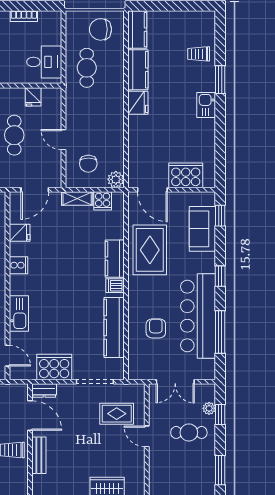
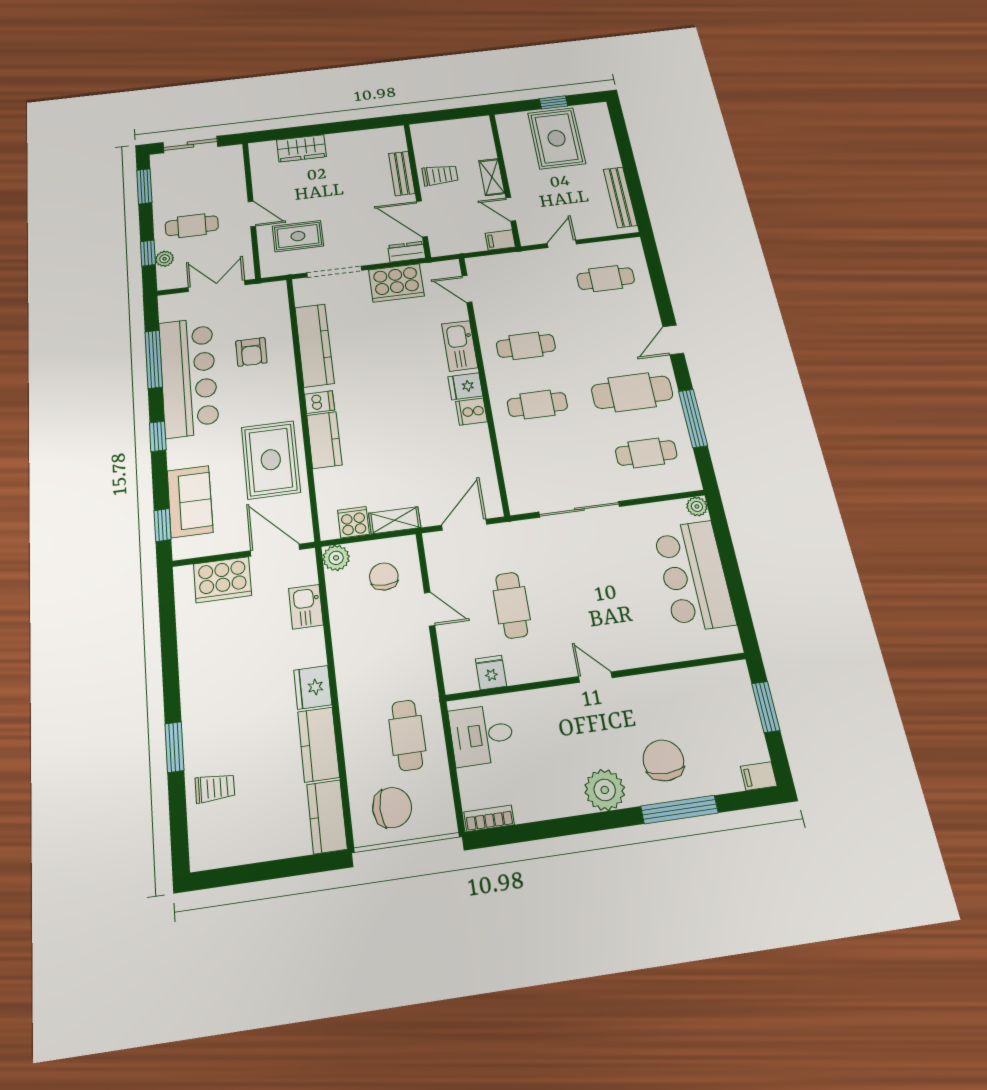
bookcase: (24, 16) -> (489, 818), moved
kitchen sink: (206, 105) -> (306, 607), moved, turned 180
fridge: (20, 233) -> (465, 386), moved

